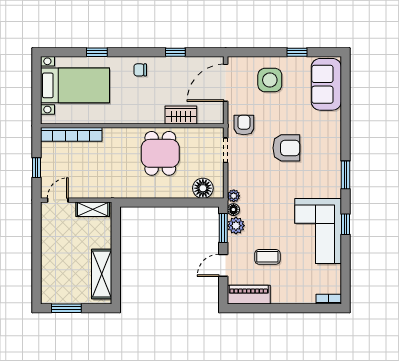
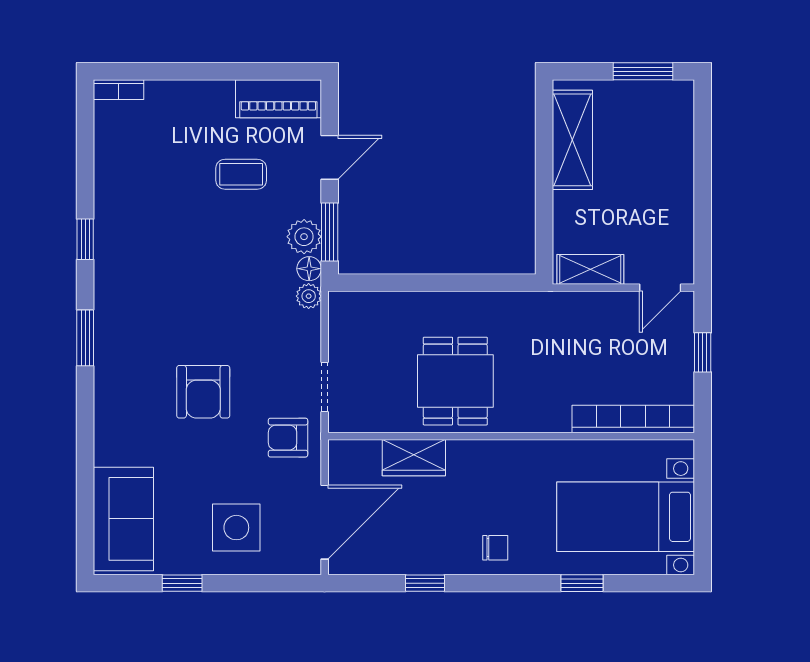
armchair: (244, 125) -> (288, 438), turned 90
armchair: (286, 148) -> (203, 392), turned -90
floor lamp: (203, 188) -> (370, 311), removed
corner sofa: (318, 231) -> (140, 226), removed

